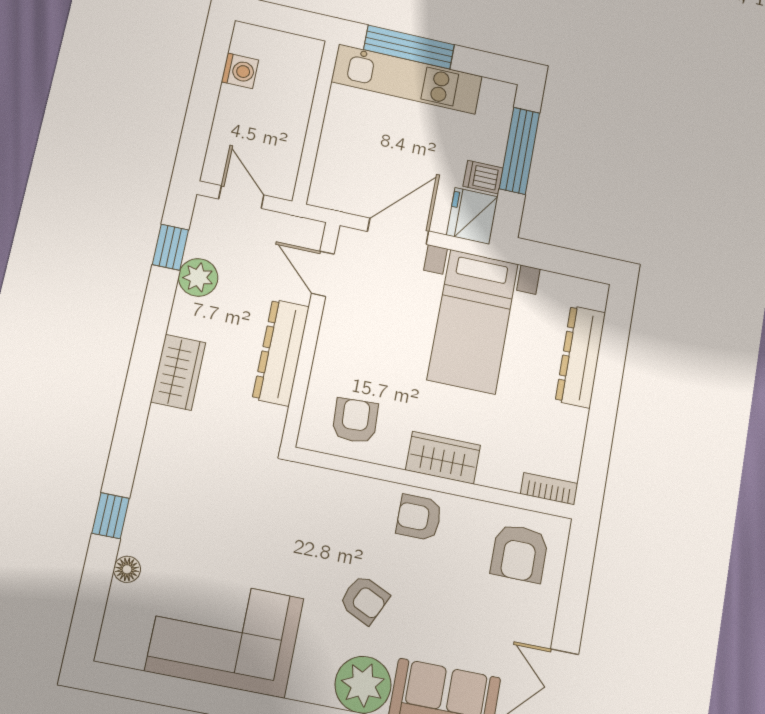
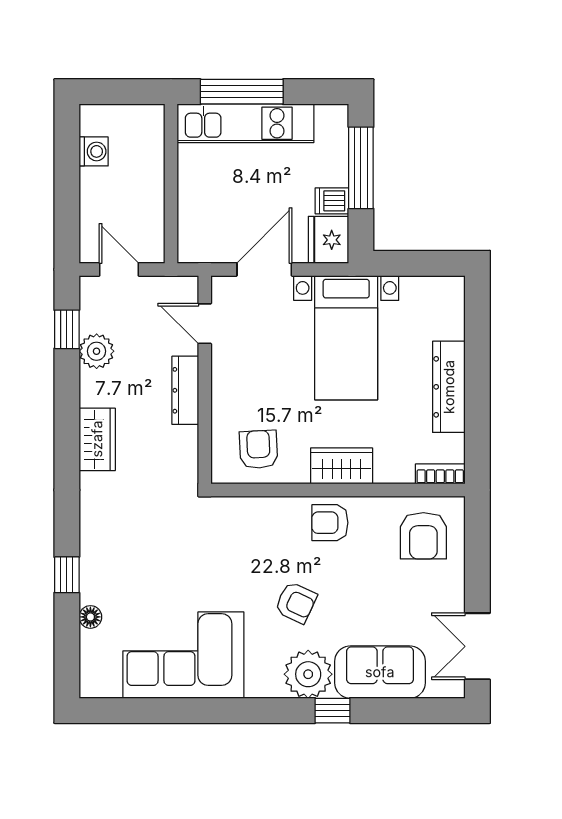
dresser: (281, 353) -> (185, 390), width x0.73, depth x0.80
dresser: (580, 357) -> (449, 387), moved

